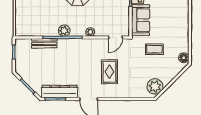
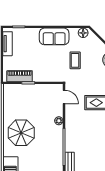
sofa: (141, 20) -> (54, 36), moved, turned 180
plant: (64, 31) -> (58, 145), removed

